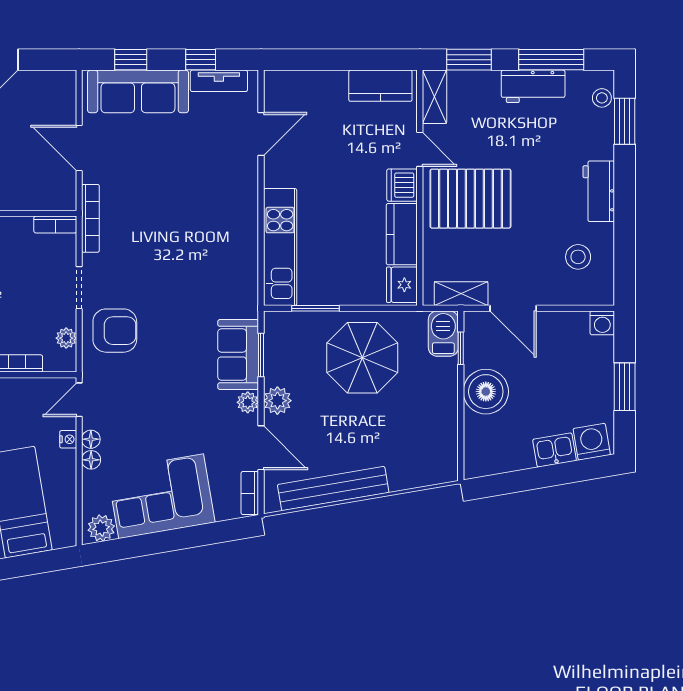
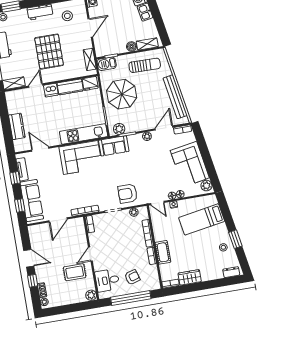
kitchen counter: (380, 86) -> (17, 126), moved
pallet: (470, 199) -> (49, 52), moved
corner sofa: (223, 230) -> (81, 157), added
door: (513, 308) -> (90, 28), moved
armchair: (115, 331) -> (128, 194), turned -90
sofa: (238, 355) -> (114, 146), moved
boiler: (486, 392) -> (131, 47), width x0.54, depth x0.54
plant: (277, 401) -> (119, 129), moved
sun lounger: (424, 427) -> (145, 65), added
shelving: (475, 442) -> (147, 44), added

